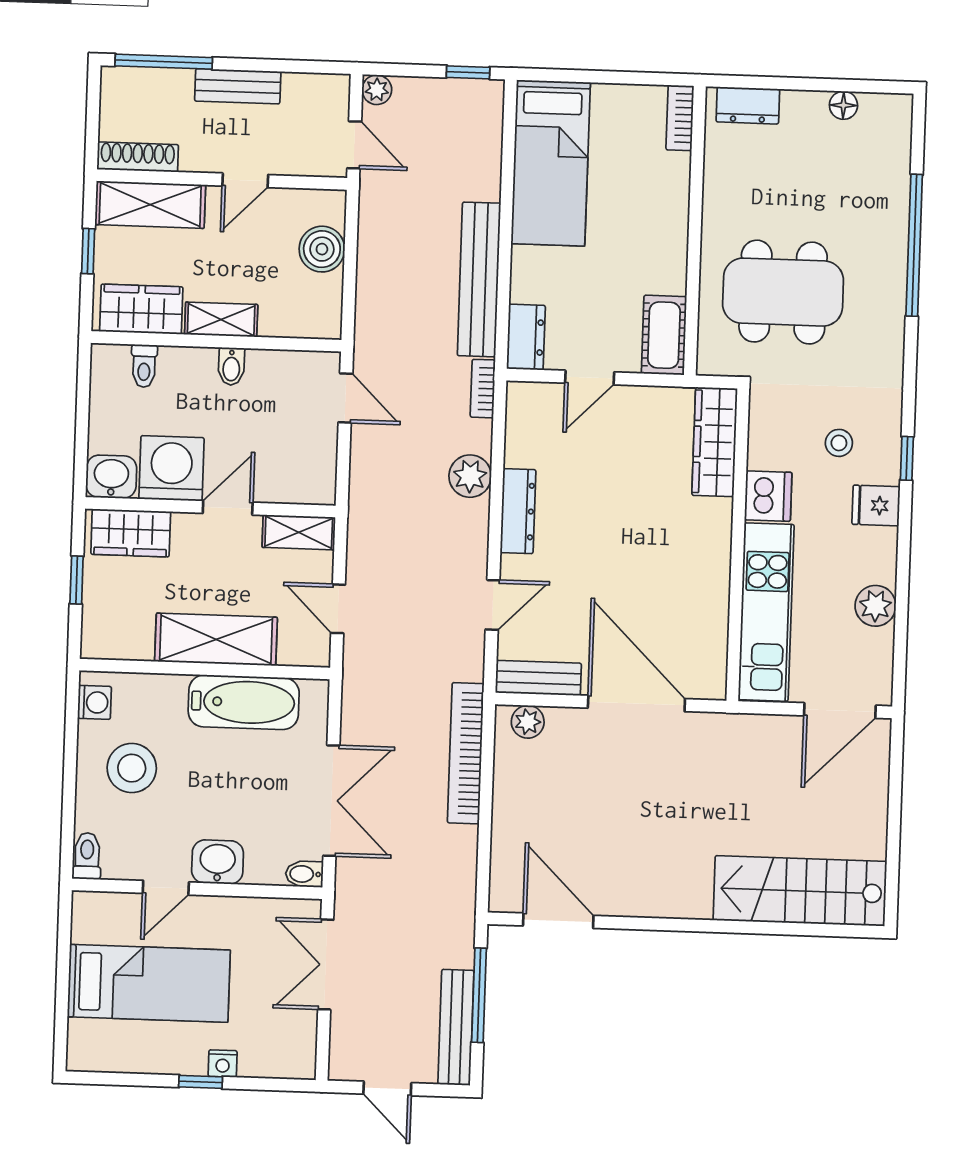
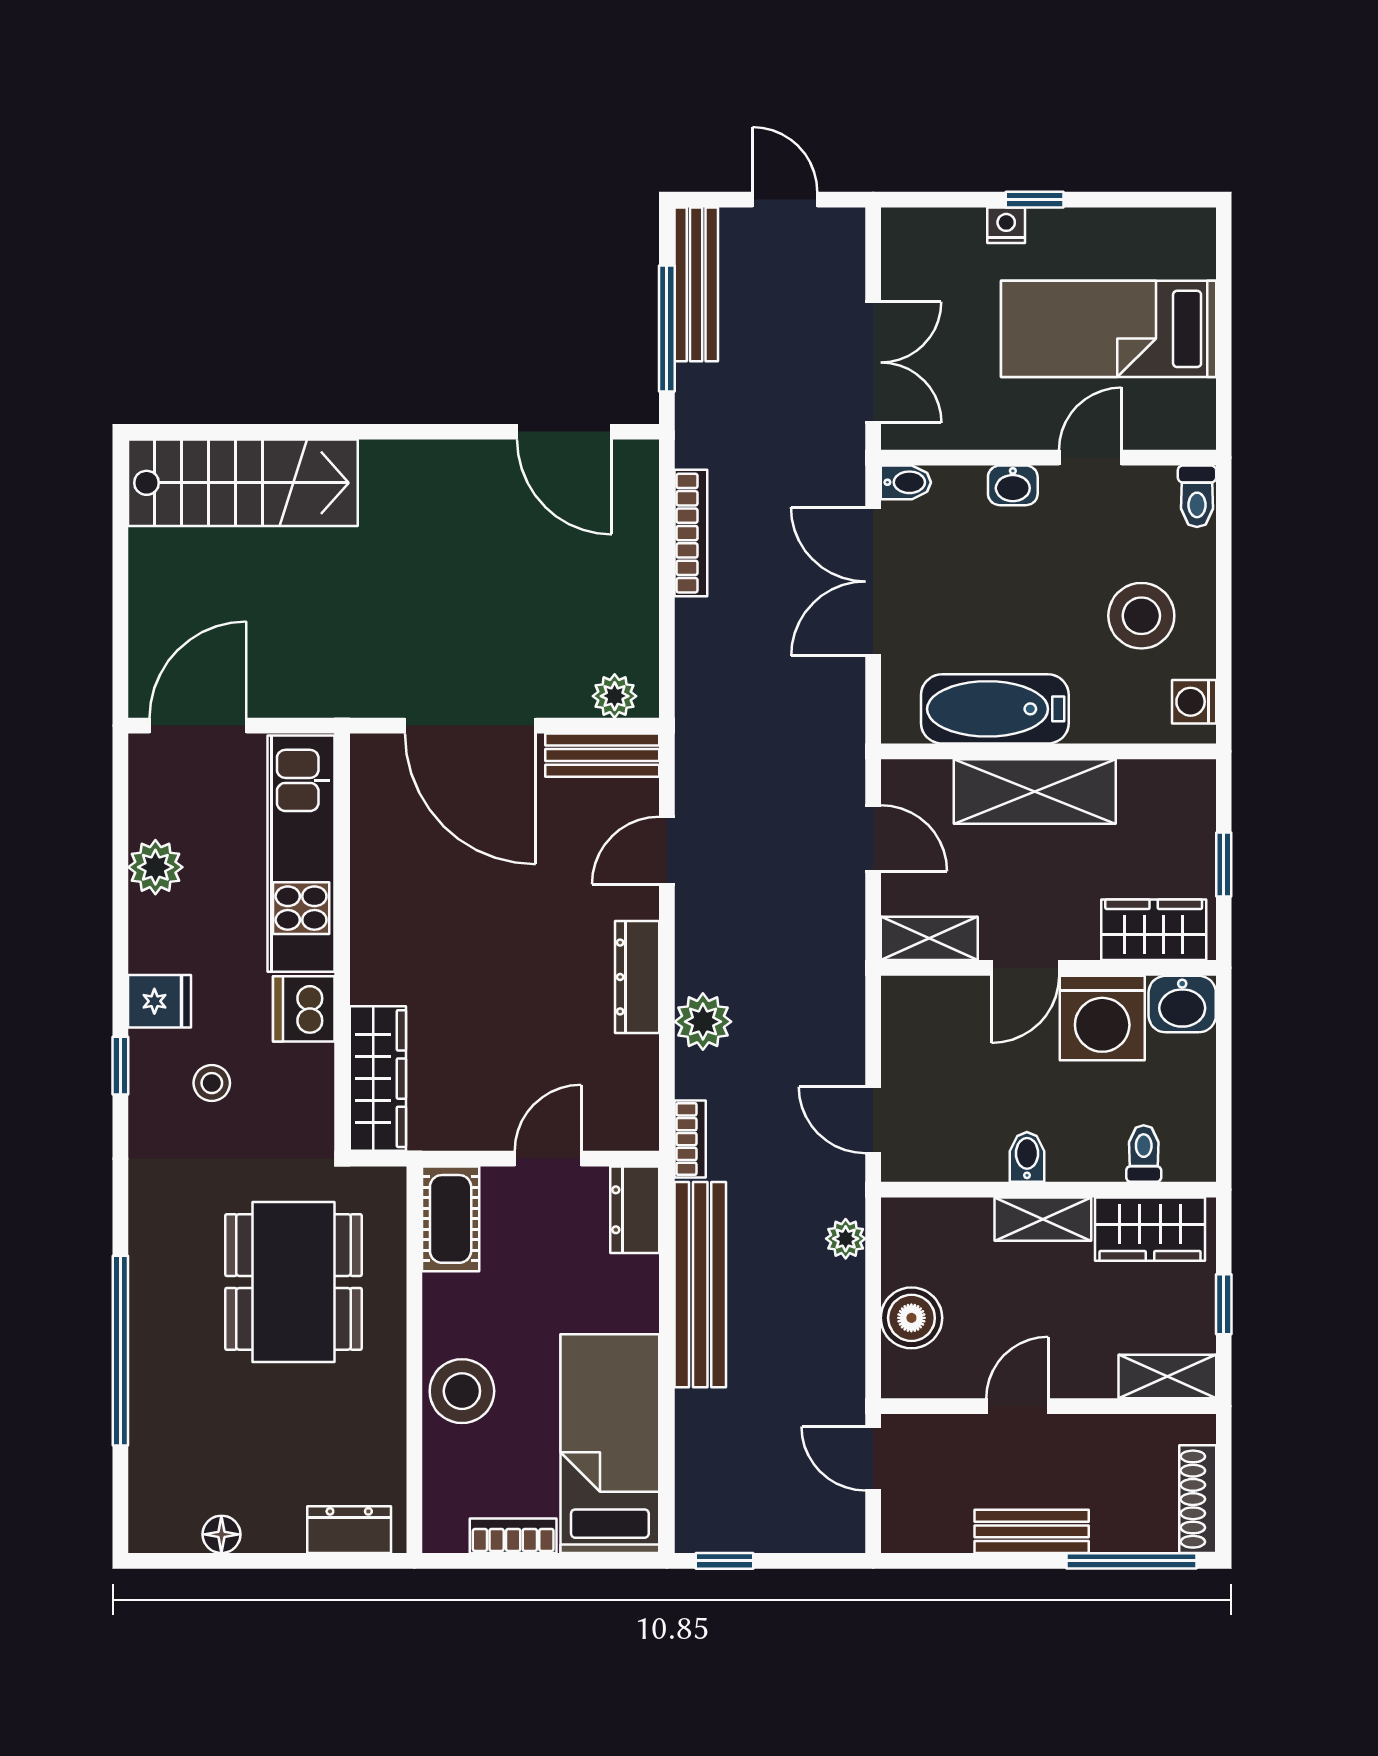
plant: (377, 90) -> (846, 1239), moved
bookcase: (680, 118) -> (513, 1536), moved, turned -90
shoe rack: (138, 157) -> (1198, 1499), moved, turned 90
shelving: (150, 205) -> (1167, 1377), width x0.67, depth x0.75
stool: (660, 206) -> (462, 1391), added
dining table: (783, 292) -> (293, 1282), turned 90
bookcase: (466, 753) -> (691, 533), moved, width x0.68, depth x0.76
washbasin: (218, 862) -> (1013, 485), width x0.72, depth x0.69

